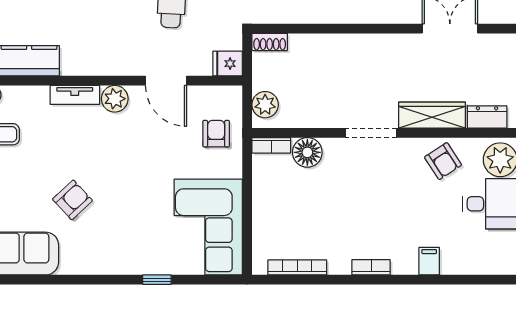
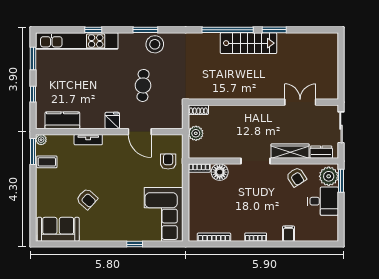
fridge: (228, 64) -> (112, 121), moved, turned 90
plant: (115, 99) -> (111, 142), removed
plant: (265, 105) -> (196, 133), moved
armchair: (72, 200) -> (87, 199), turned 85

